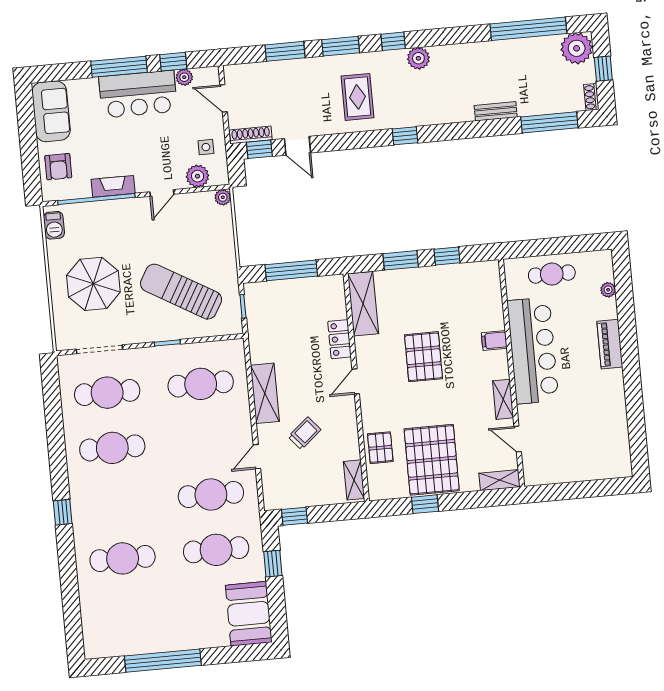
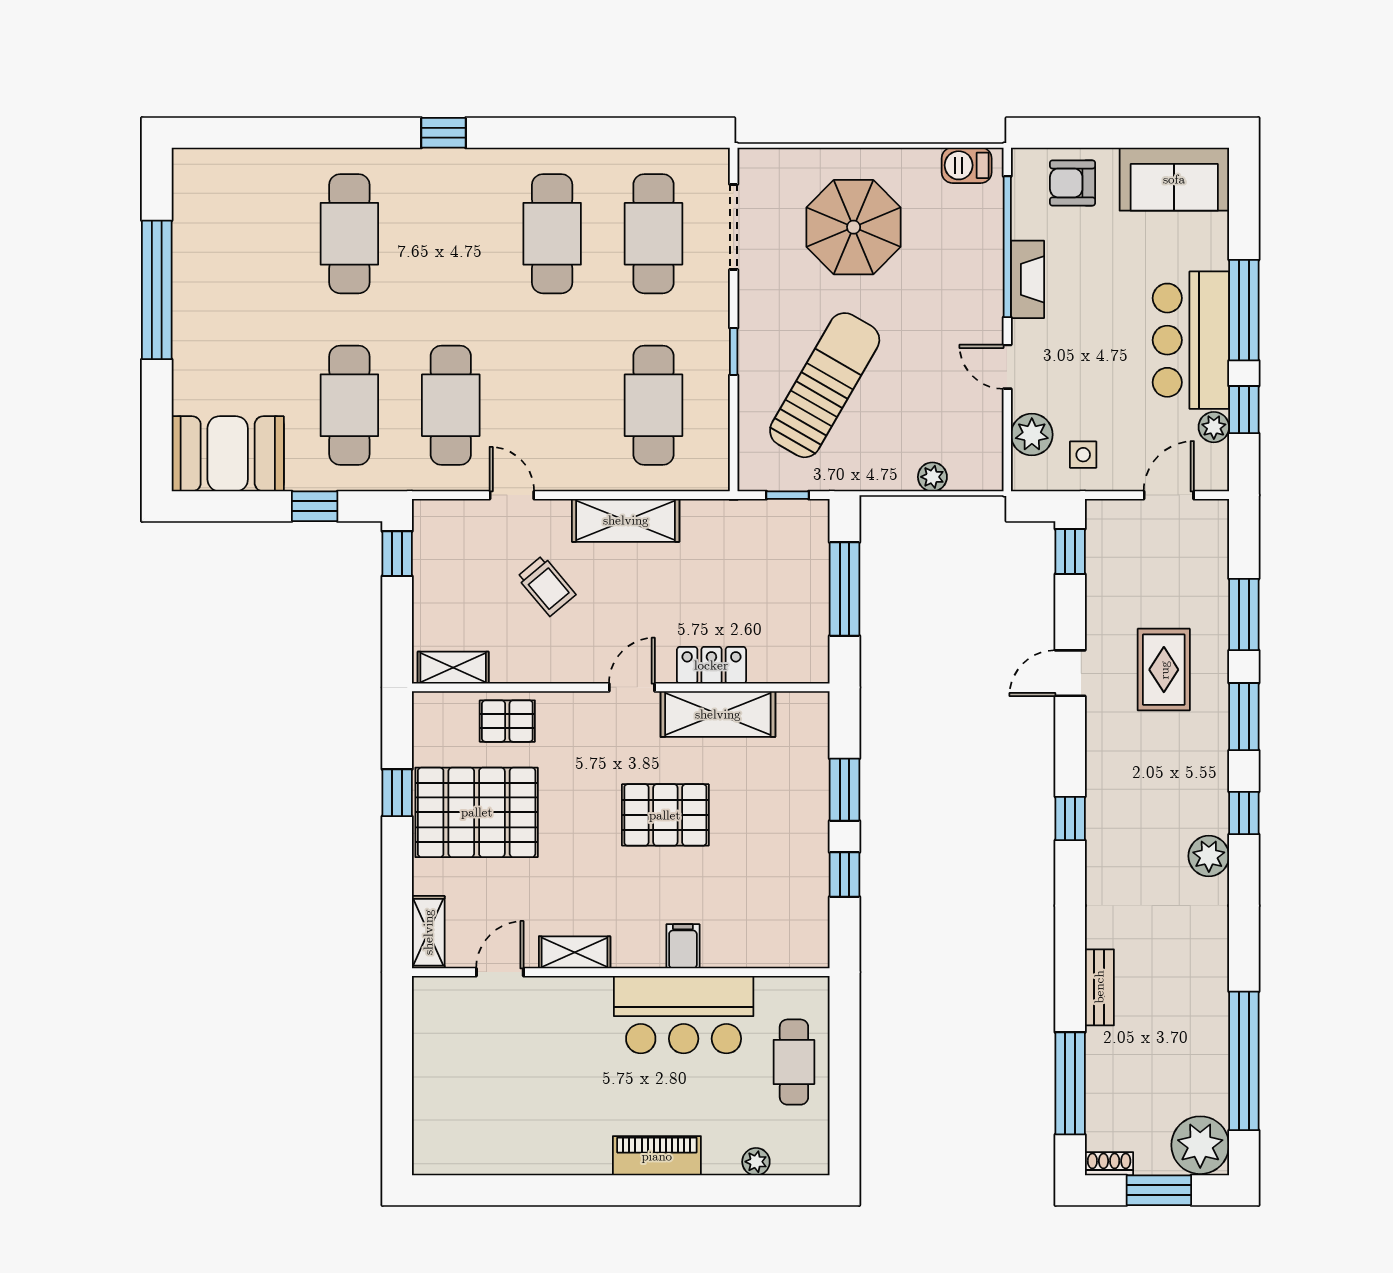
window: (603, 69) -> (1159, 1190), width x1.50
rug: (357, 97) -> (1164, 670), moved, turned 90
shoe rack: (251, 135) -> (1098, 538), removed
door: (298, 146) -> (1070, 673), moved
plant: (223, 197) -> (932, 477), moved
shelving: (363, 304) -> (718, 714), moved
bar counter: (533, 351) -> (684, 1015), width x0.73
door: (356, 381) -> (632, 687), hinge flipped

